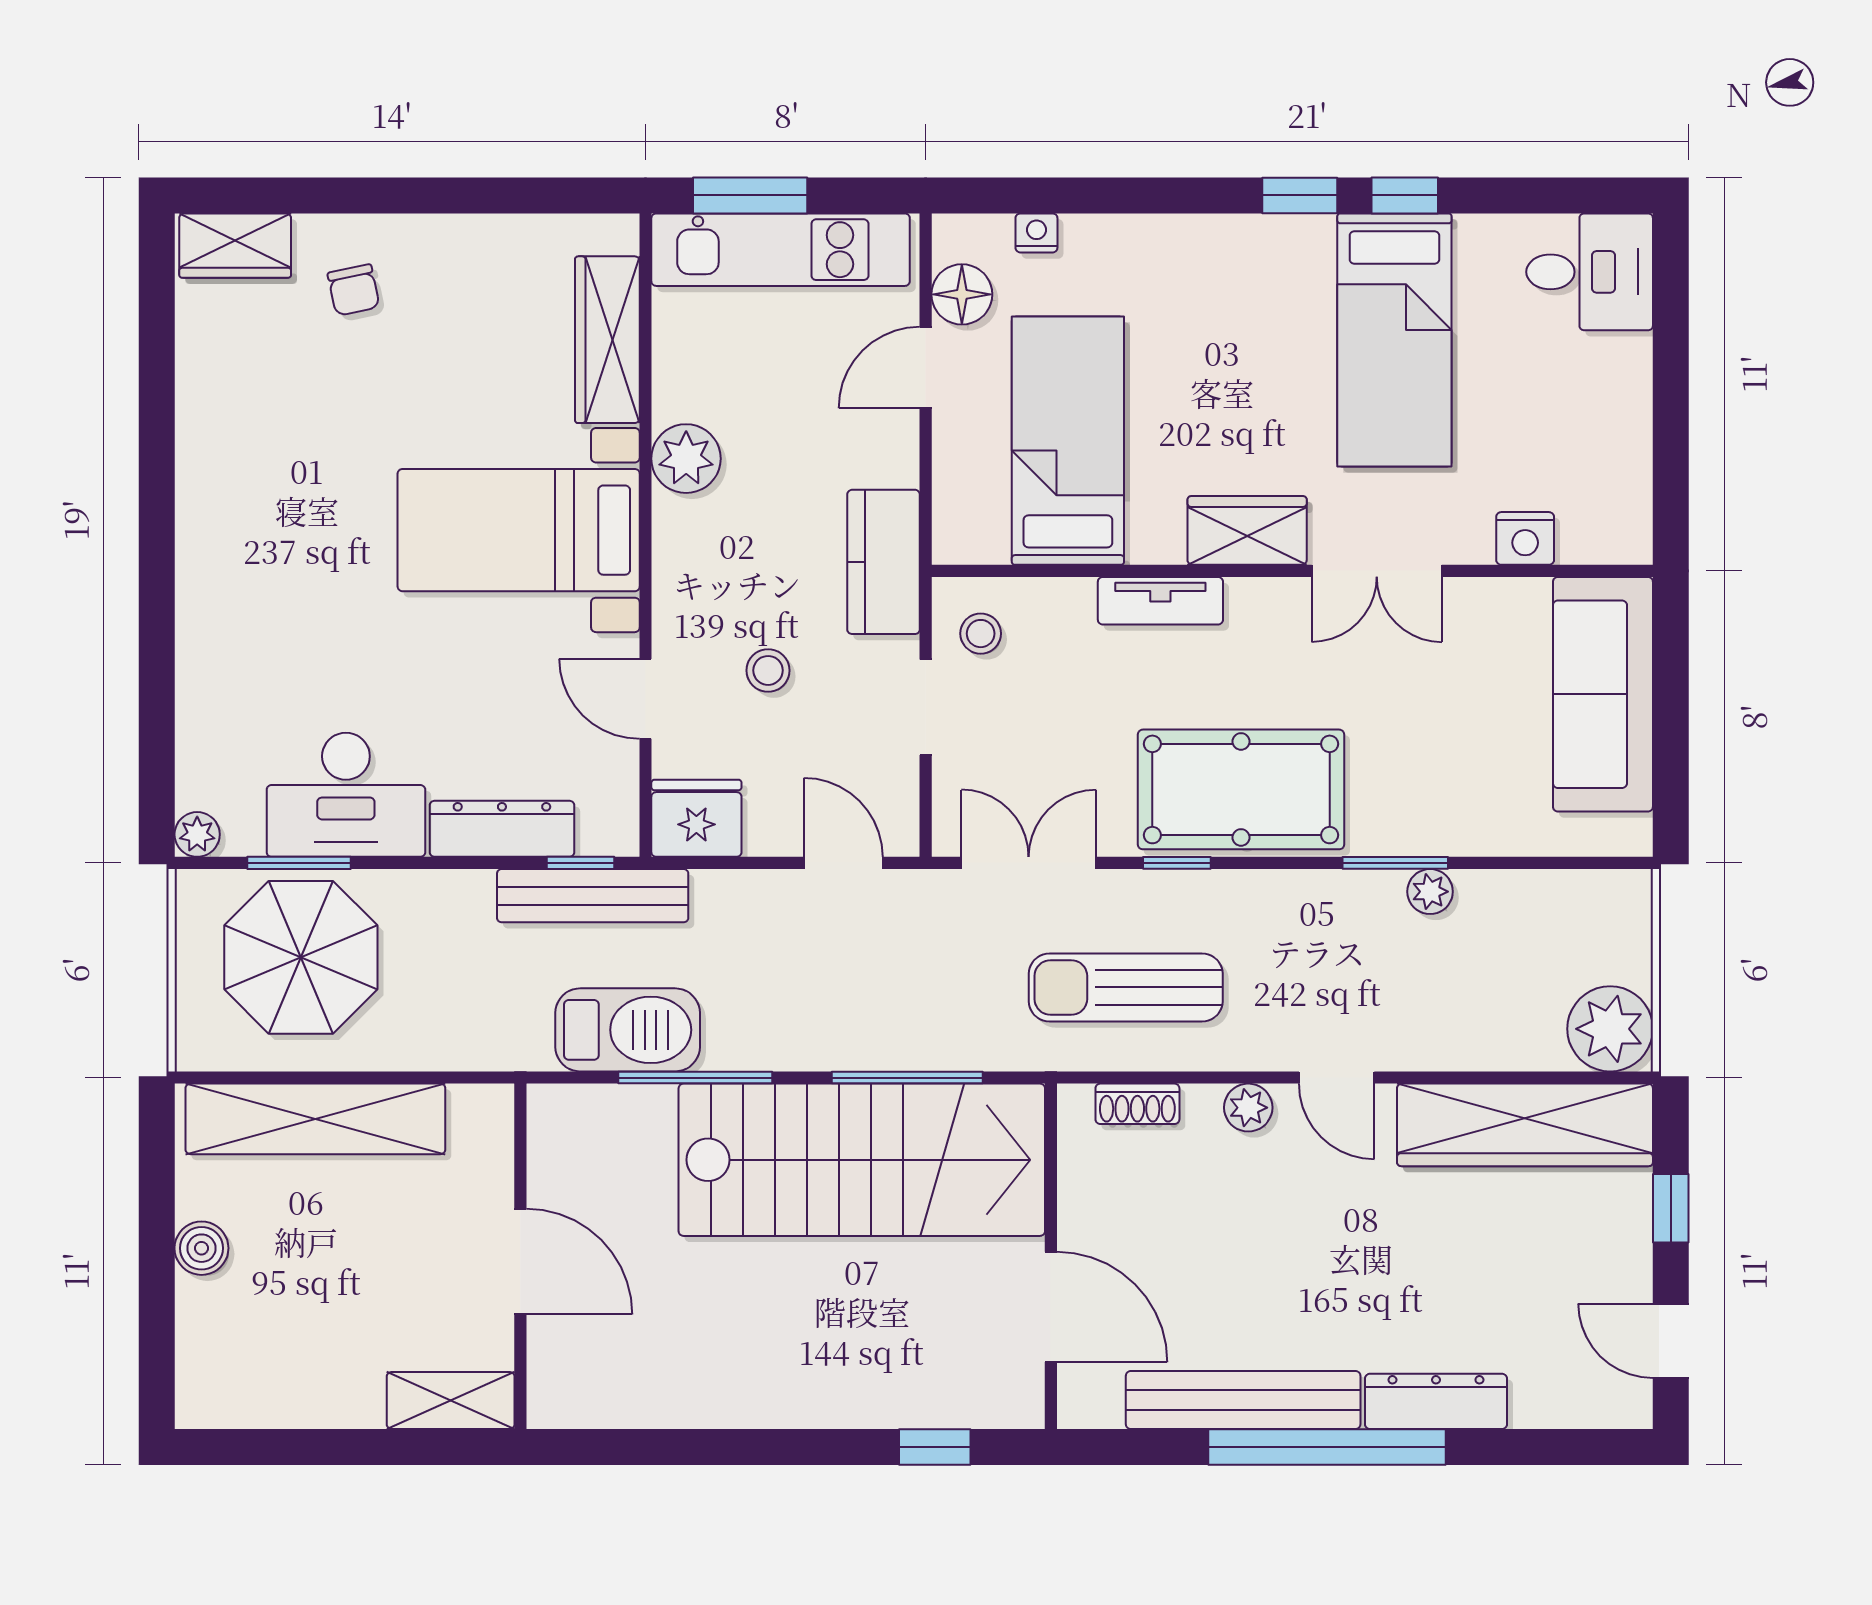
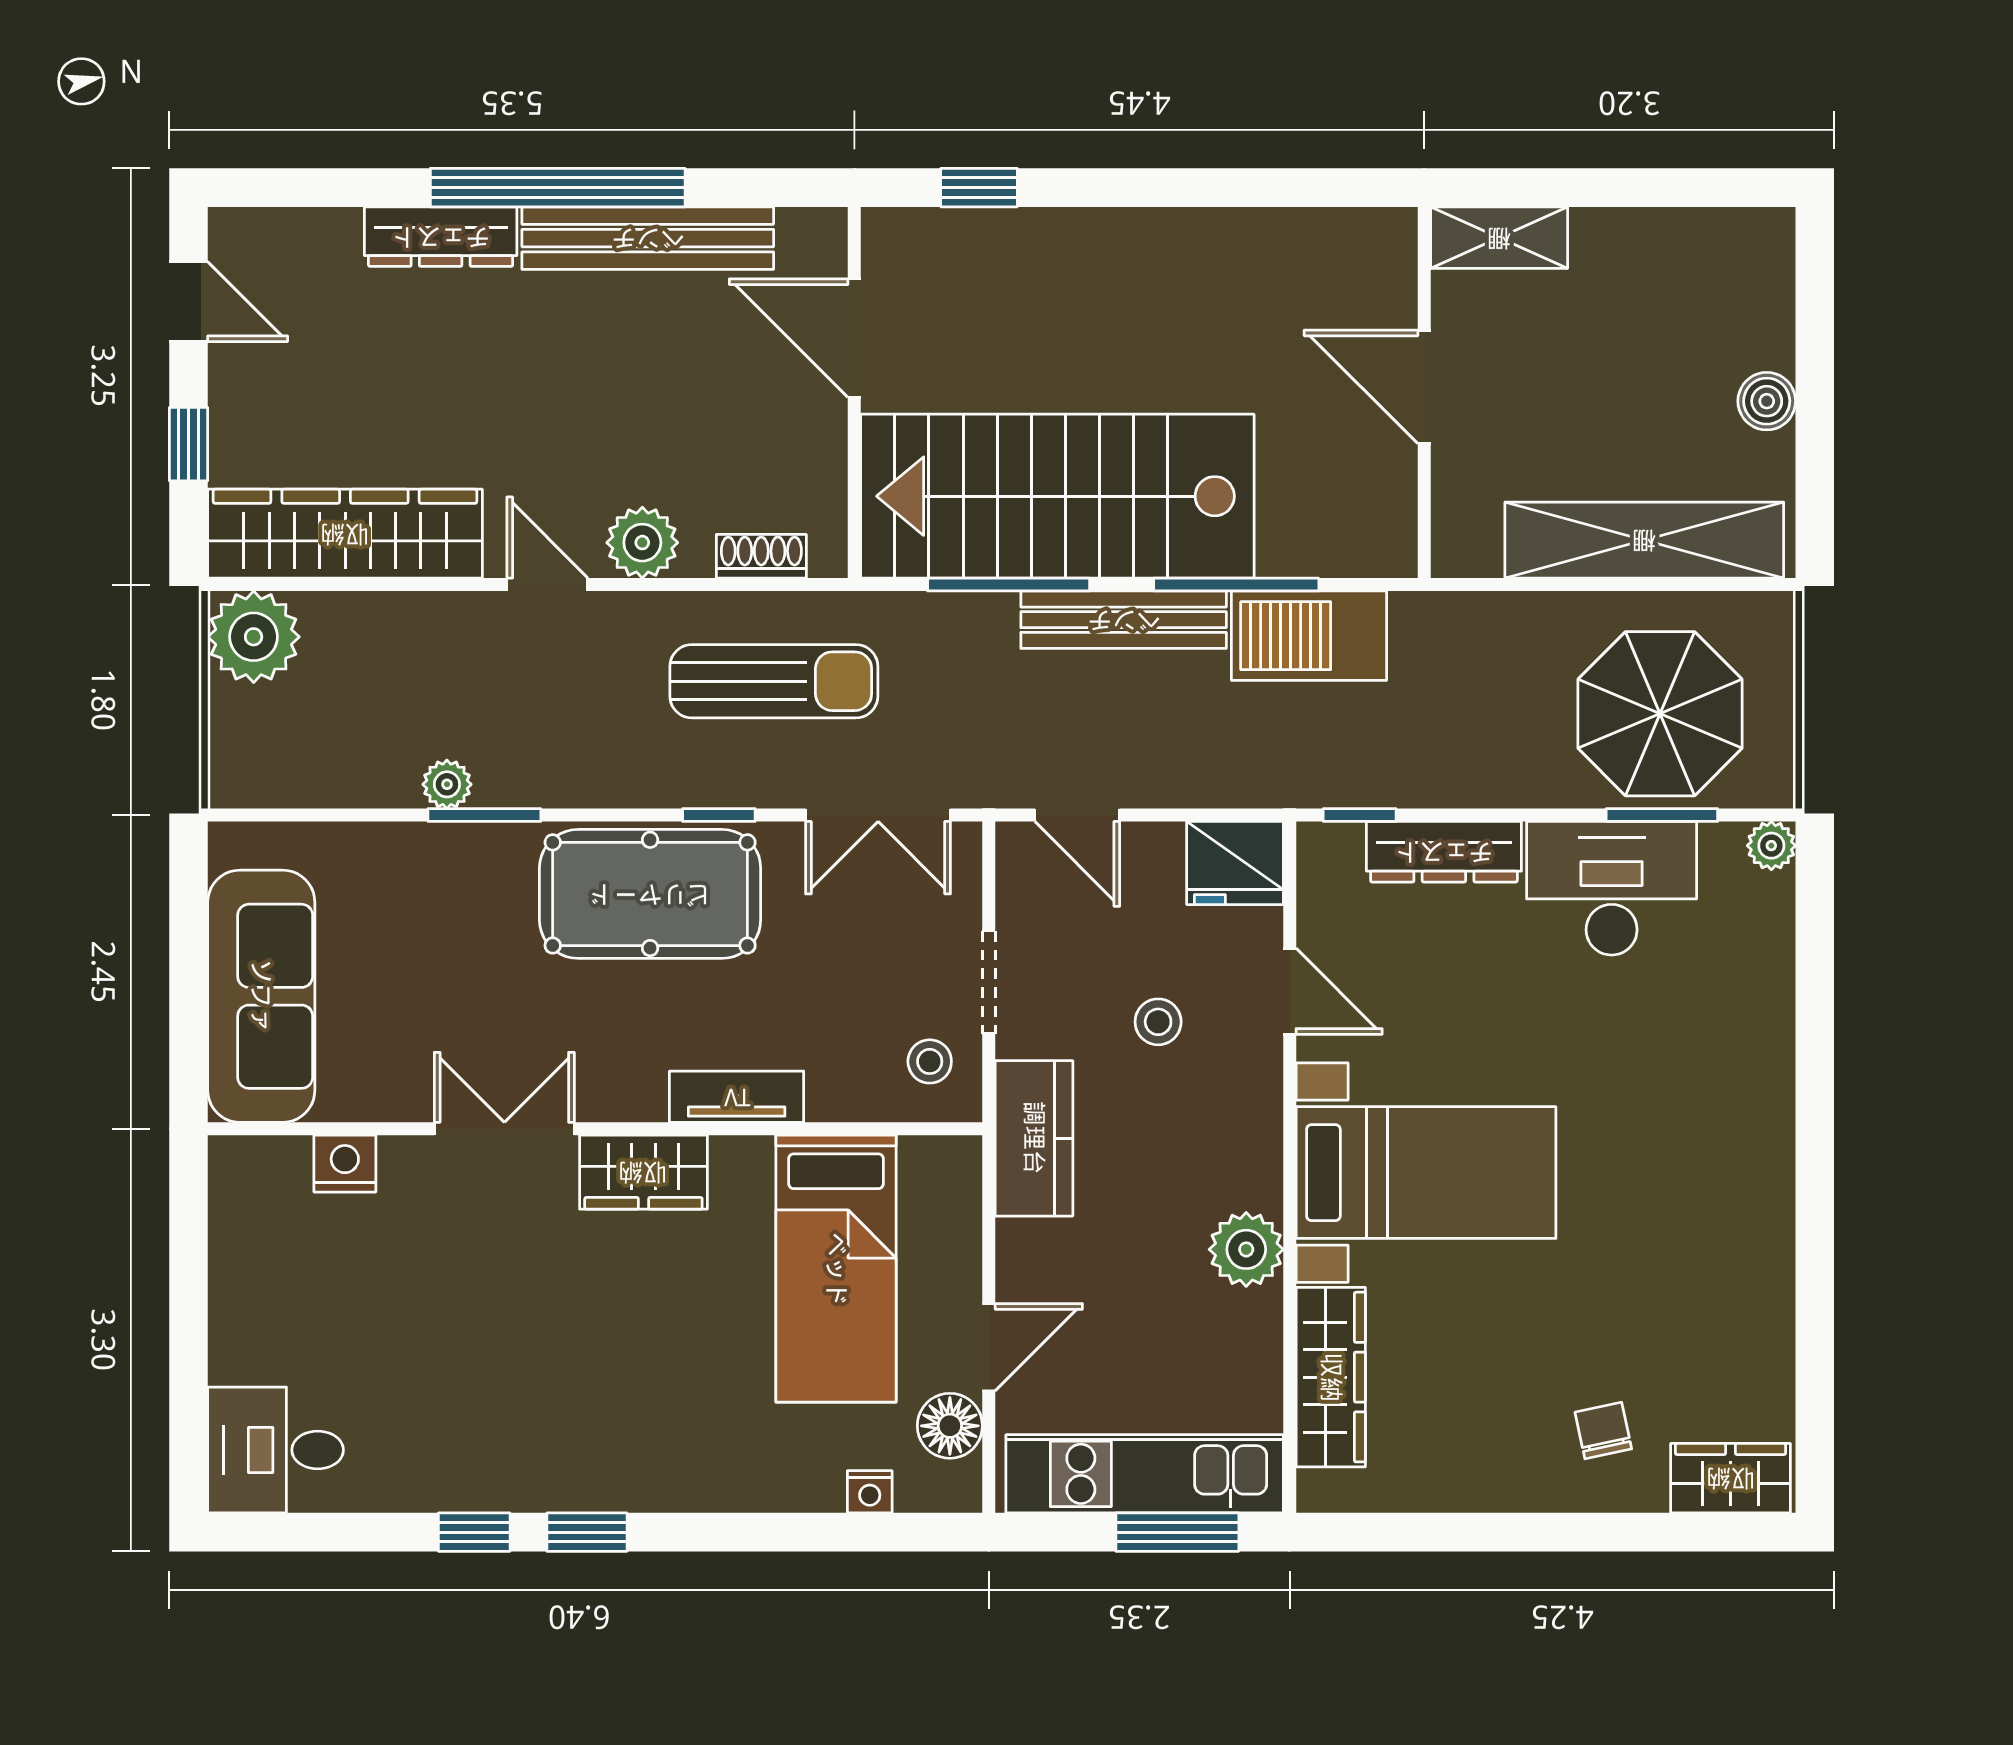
bed: (1394, 340) -> (485, 1377), removed
bench: (593, 896) -> (1124, 620), moved
plant: (1248, 1108) -> (642, 543), width x1.38, depth x1.38

